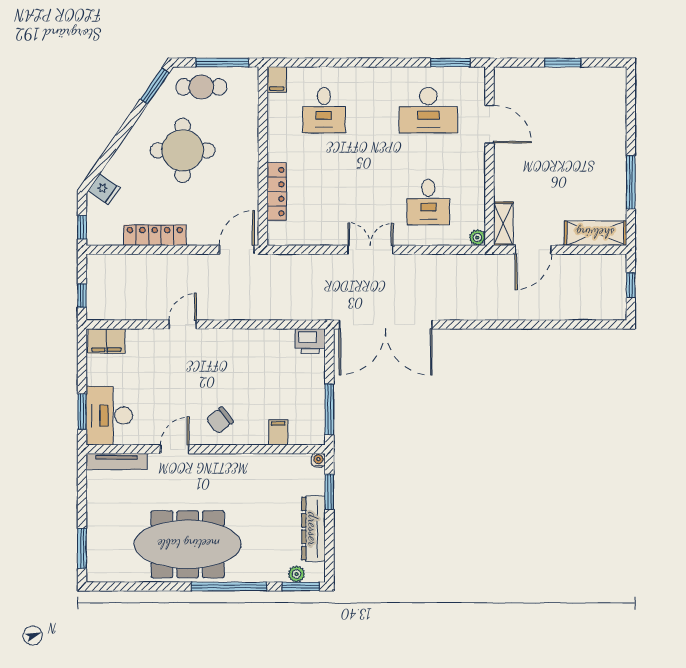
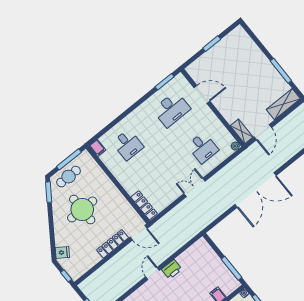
locker: (277, 192) -> (144, 205), moved
locker: (155, 235) -> (113, 244), moved
door: (237, 250) -> (139, 233), swing flipped
door: (183, 325) -> (152, 273), moved
double door: (386, 325) -> (256, 190), moved
printer: (310, 341) -> (172, 269), moved

